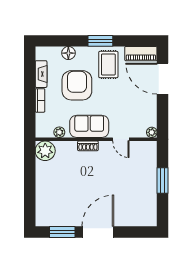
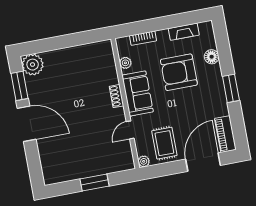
rug: (108, 65) -> (164, 143), moved, turned 90
armchair: (77, 85) -> (179, 72), turned 180
bookcase: (40, 100) -> (143, 38), moved
plant: (45, 151) -> (33, 65), moved

